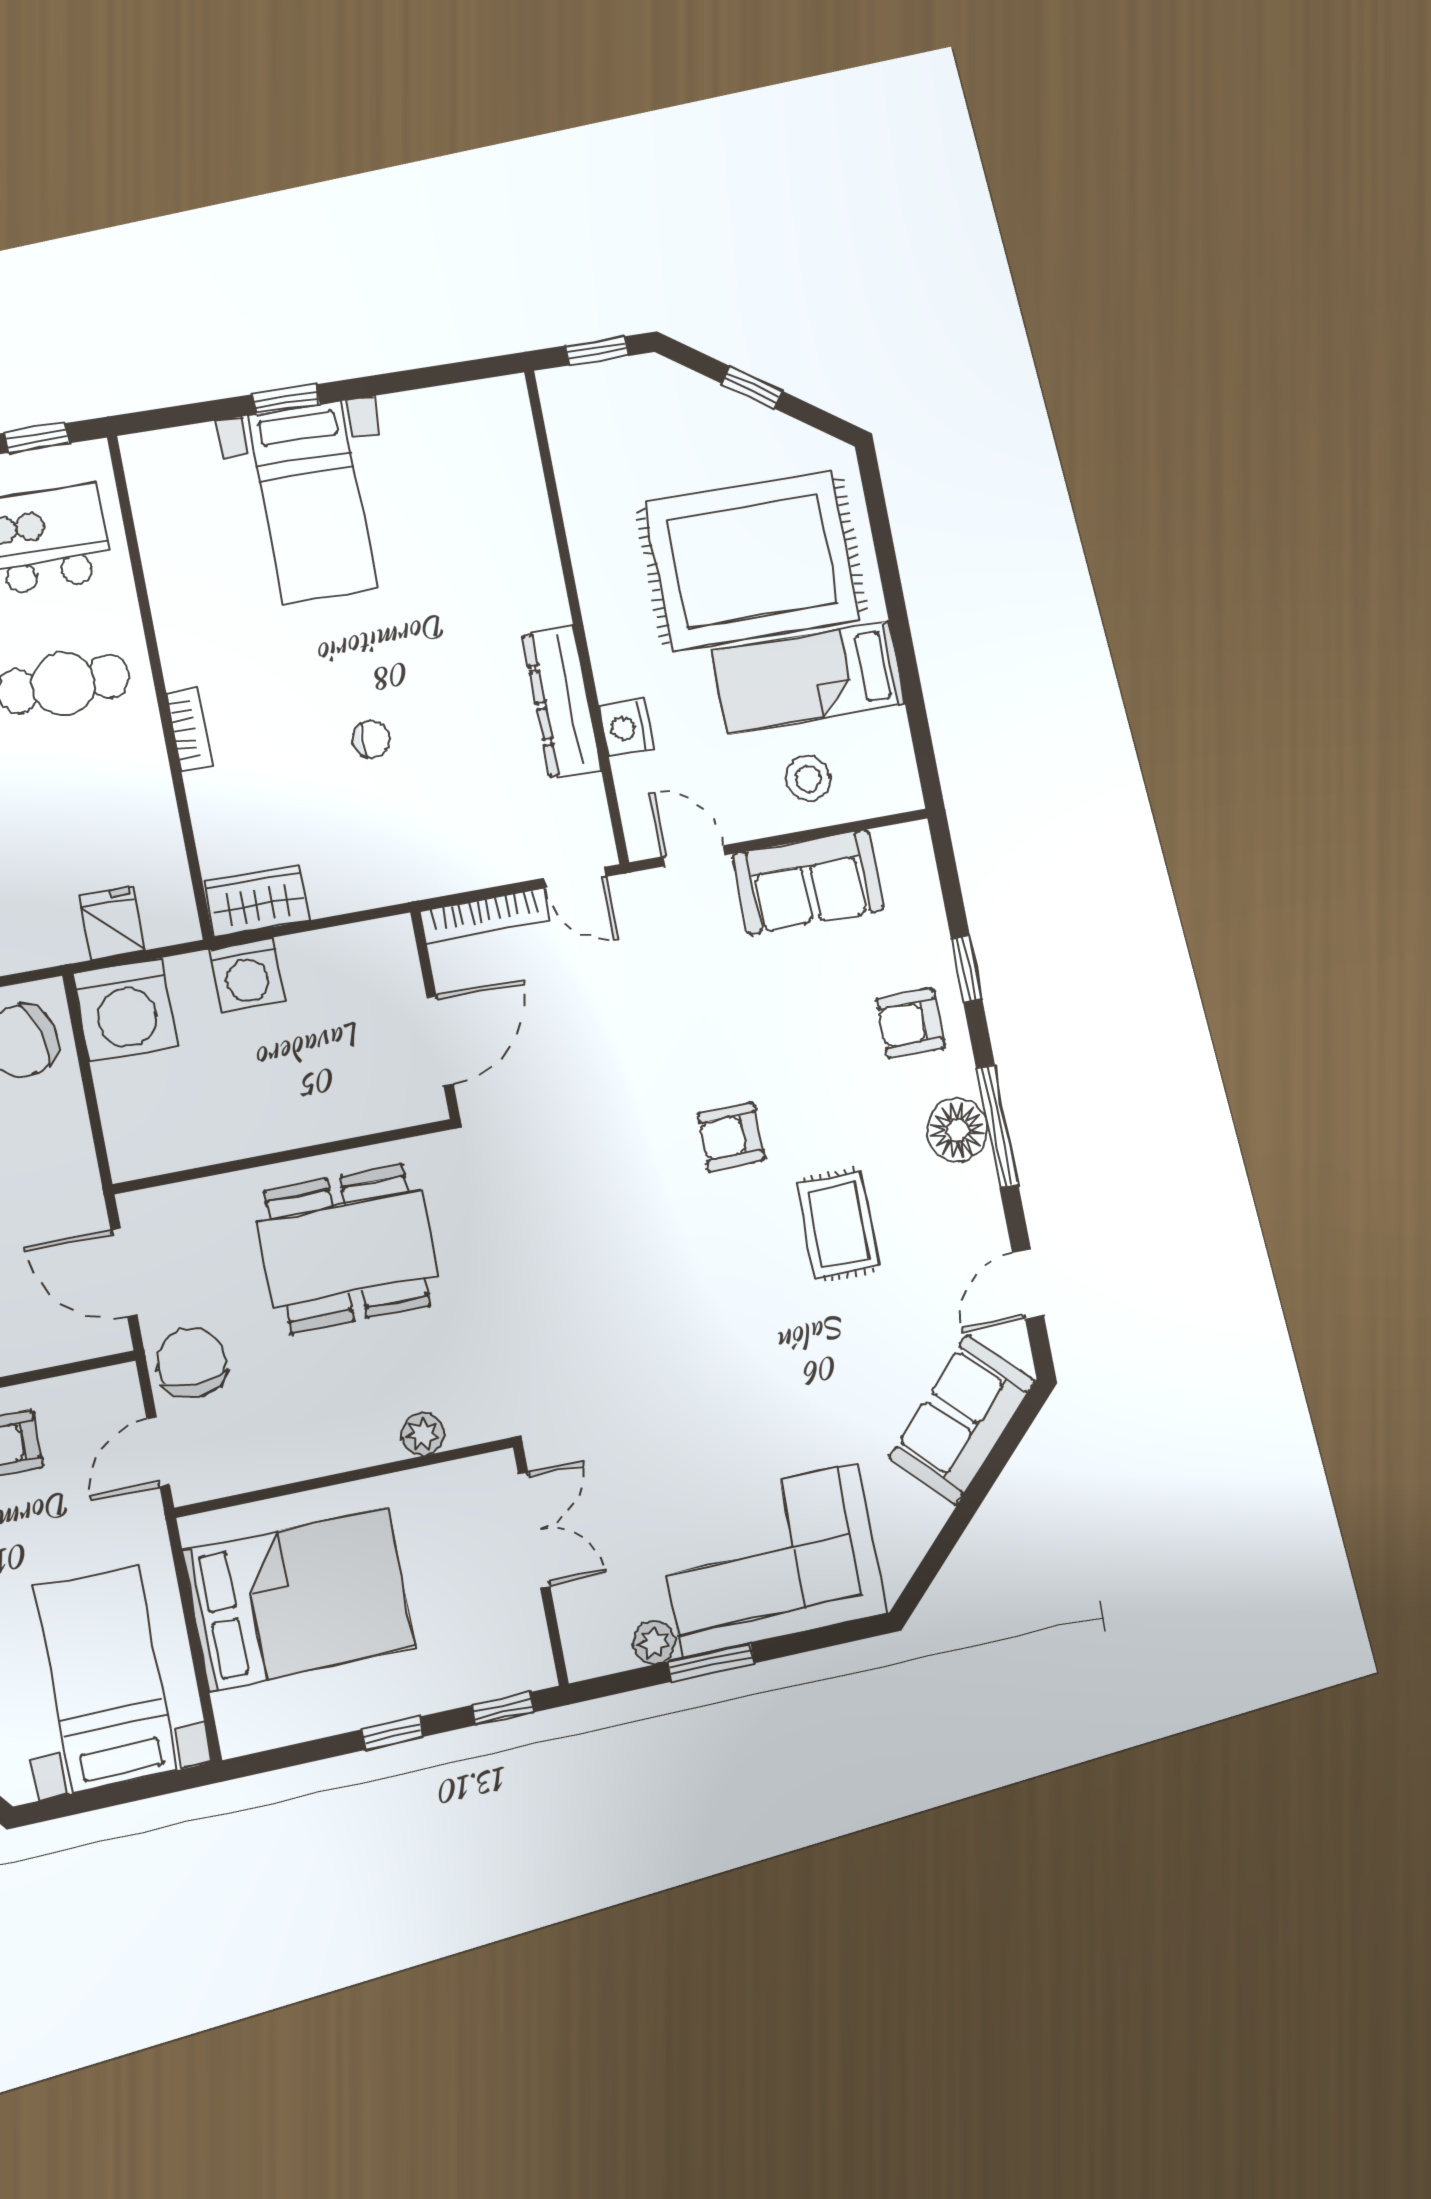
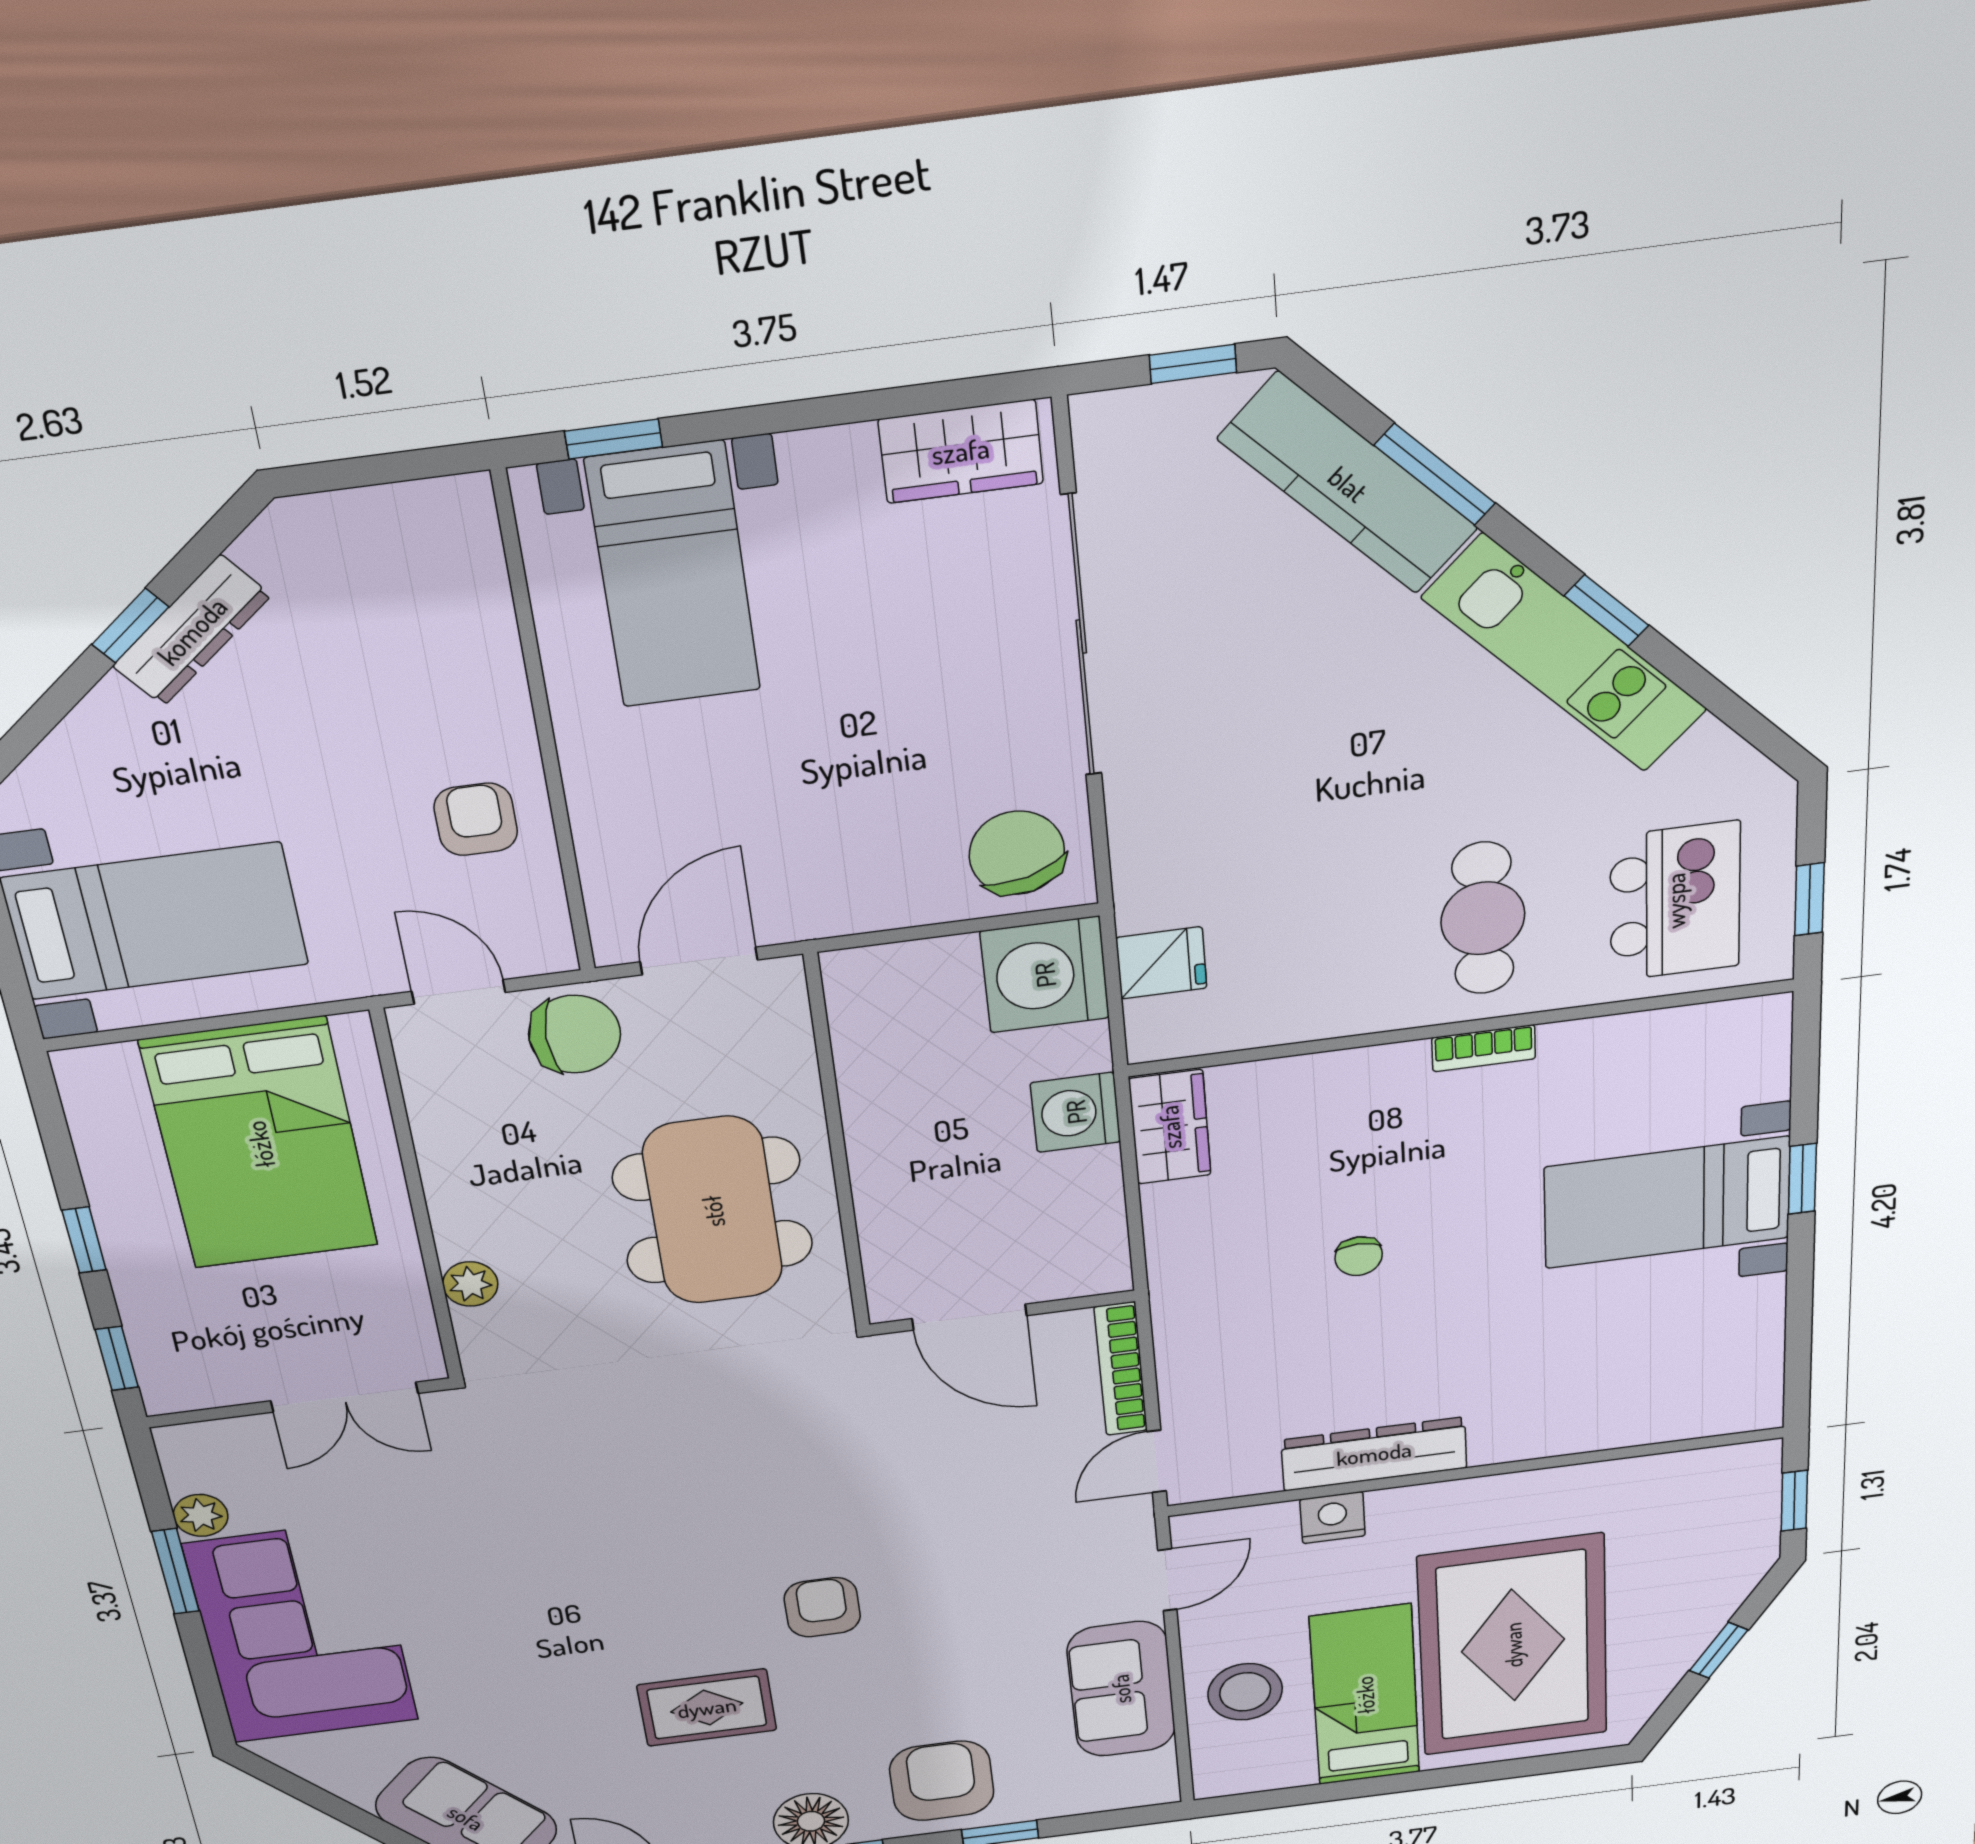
bookcase: (189, 729) -> (1484, 1048), moved
stool: (808, 778) -> (1245, 1692), width x1.38, depth x1.38
armchair: (911, 1023) -> (942, 1781), width x1.38, depth x1.38

